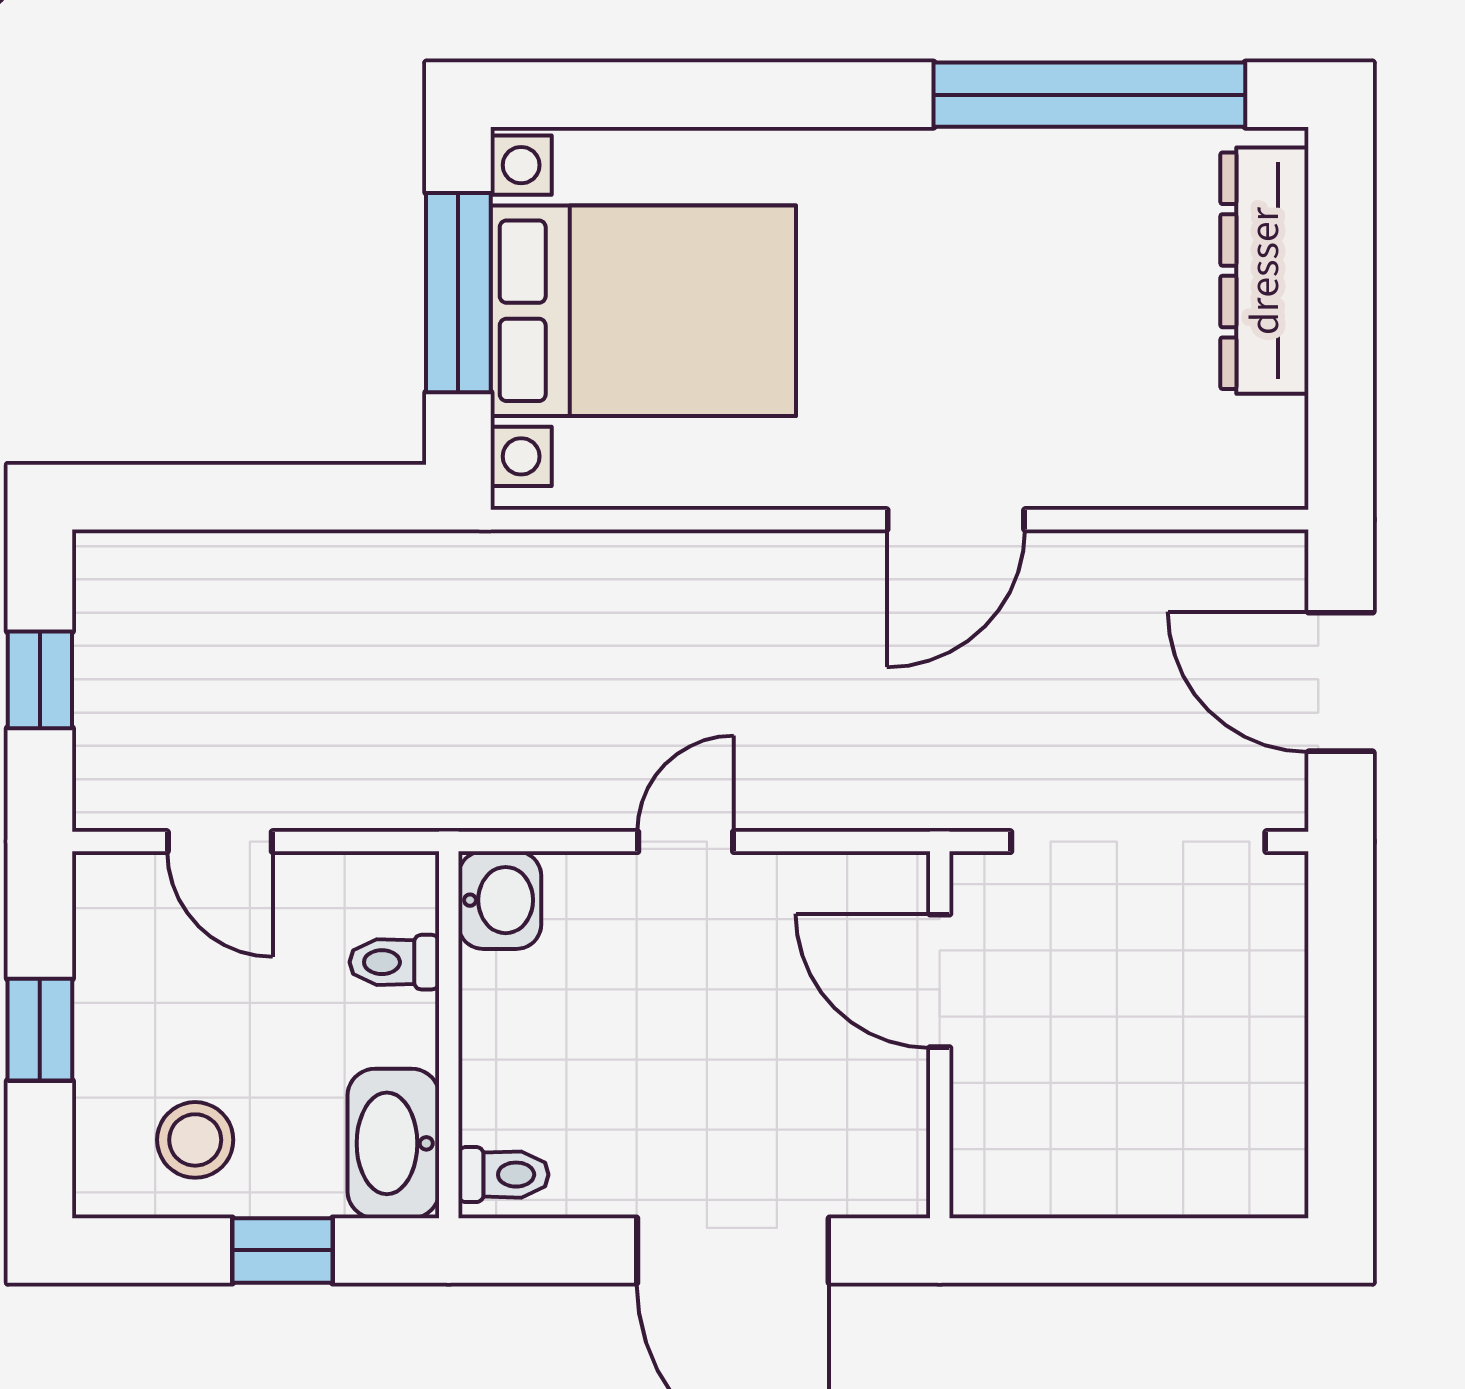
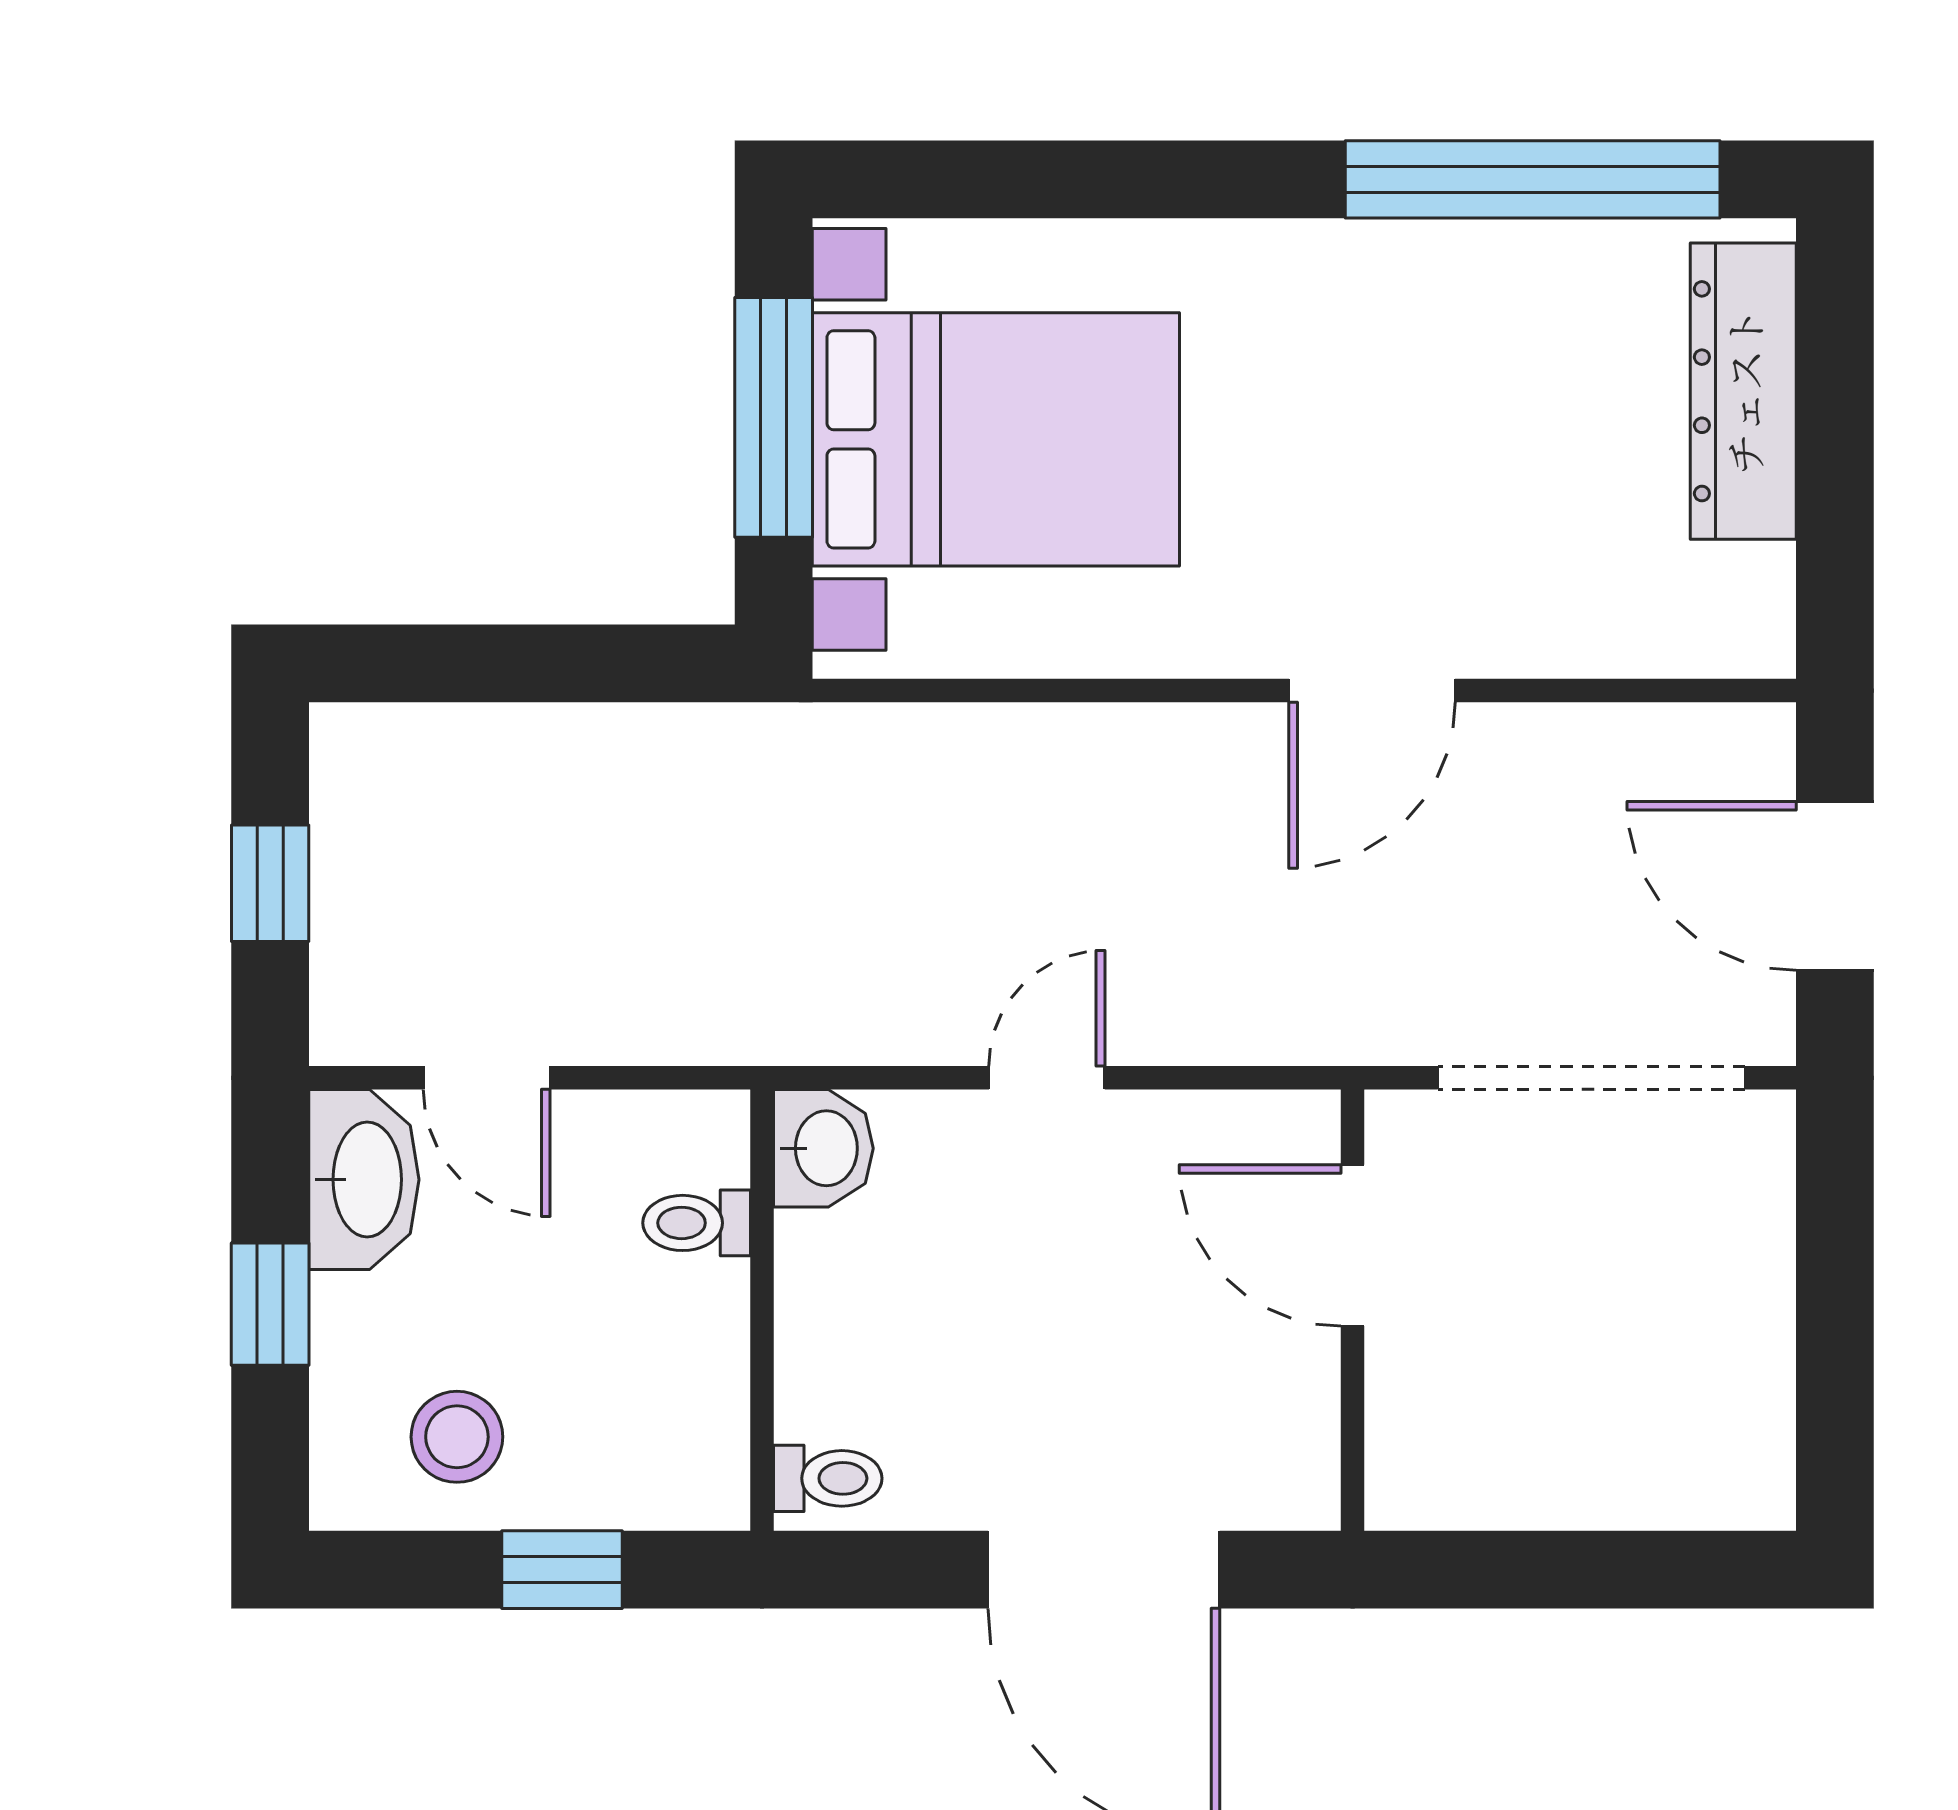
washbasin: (393, 1143) -> (364, 1180), moved, turned 180

